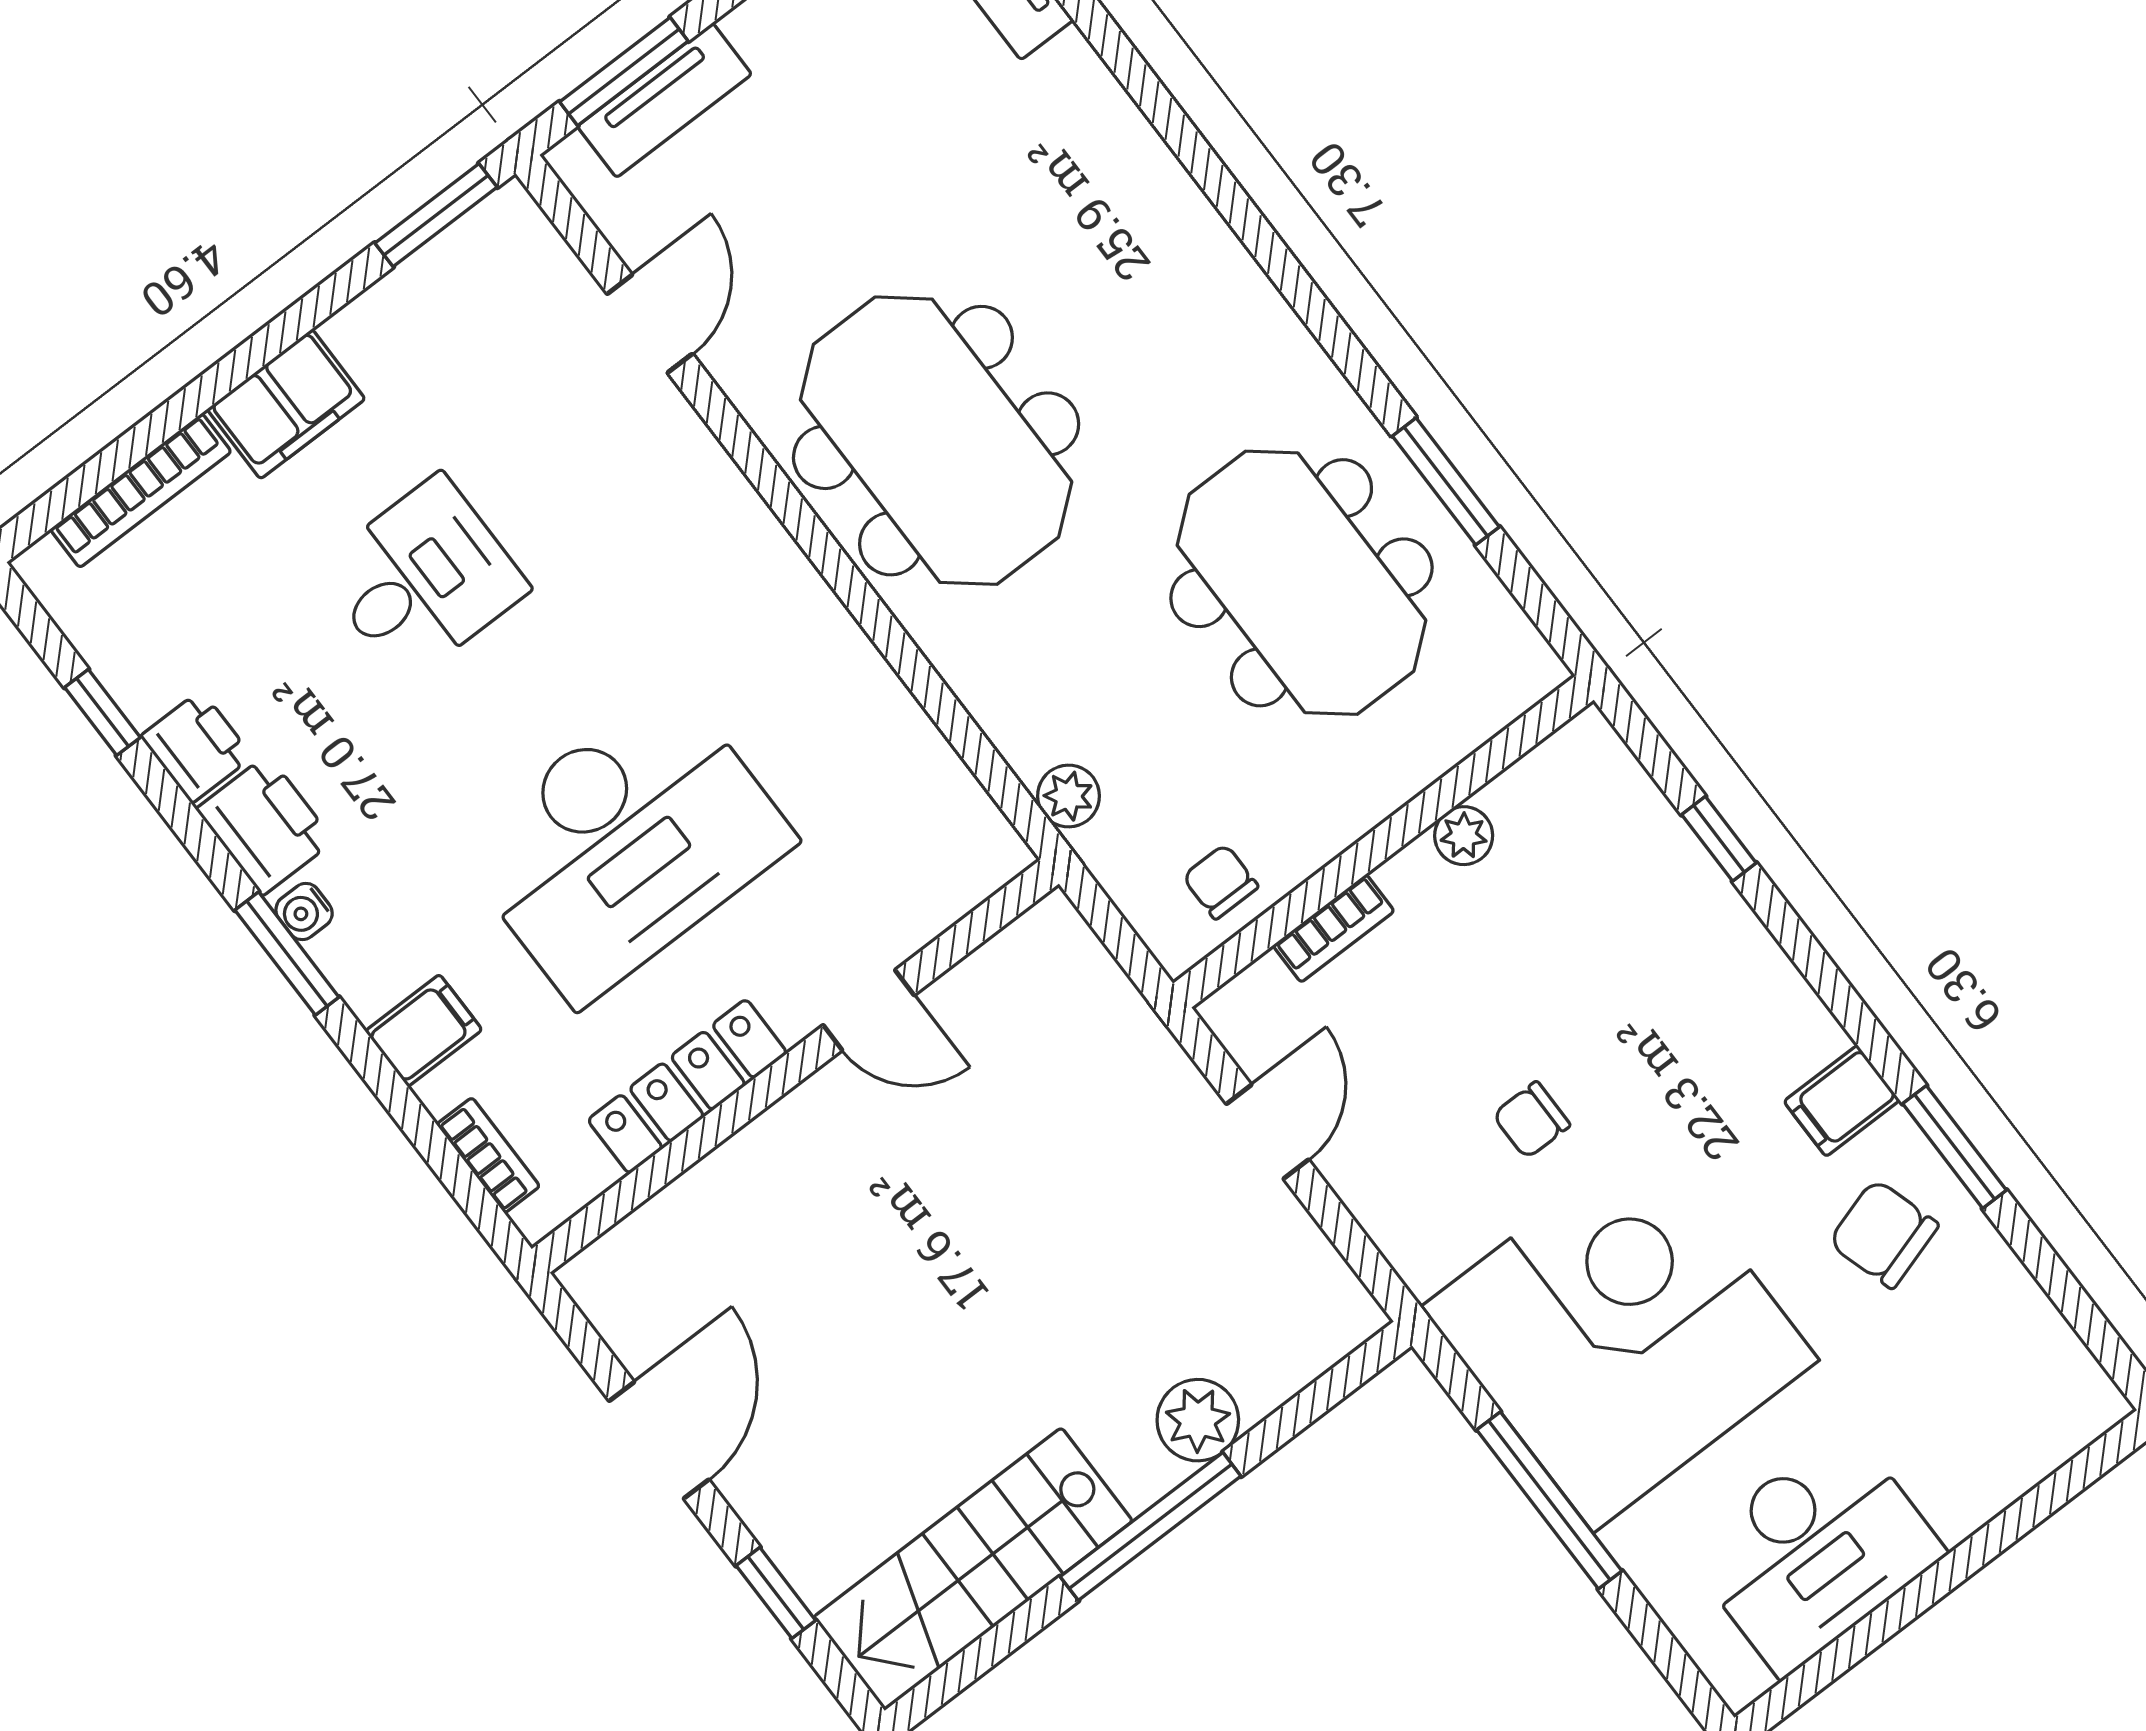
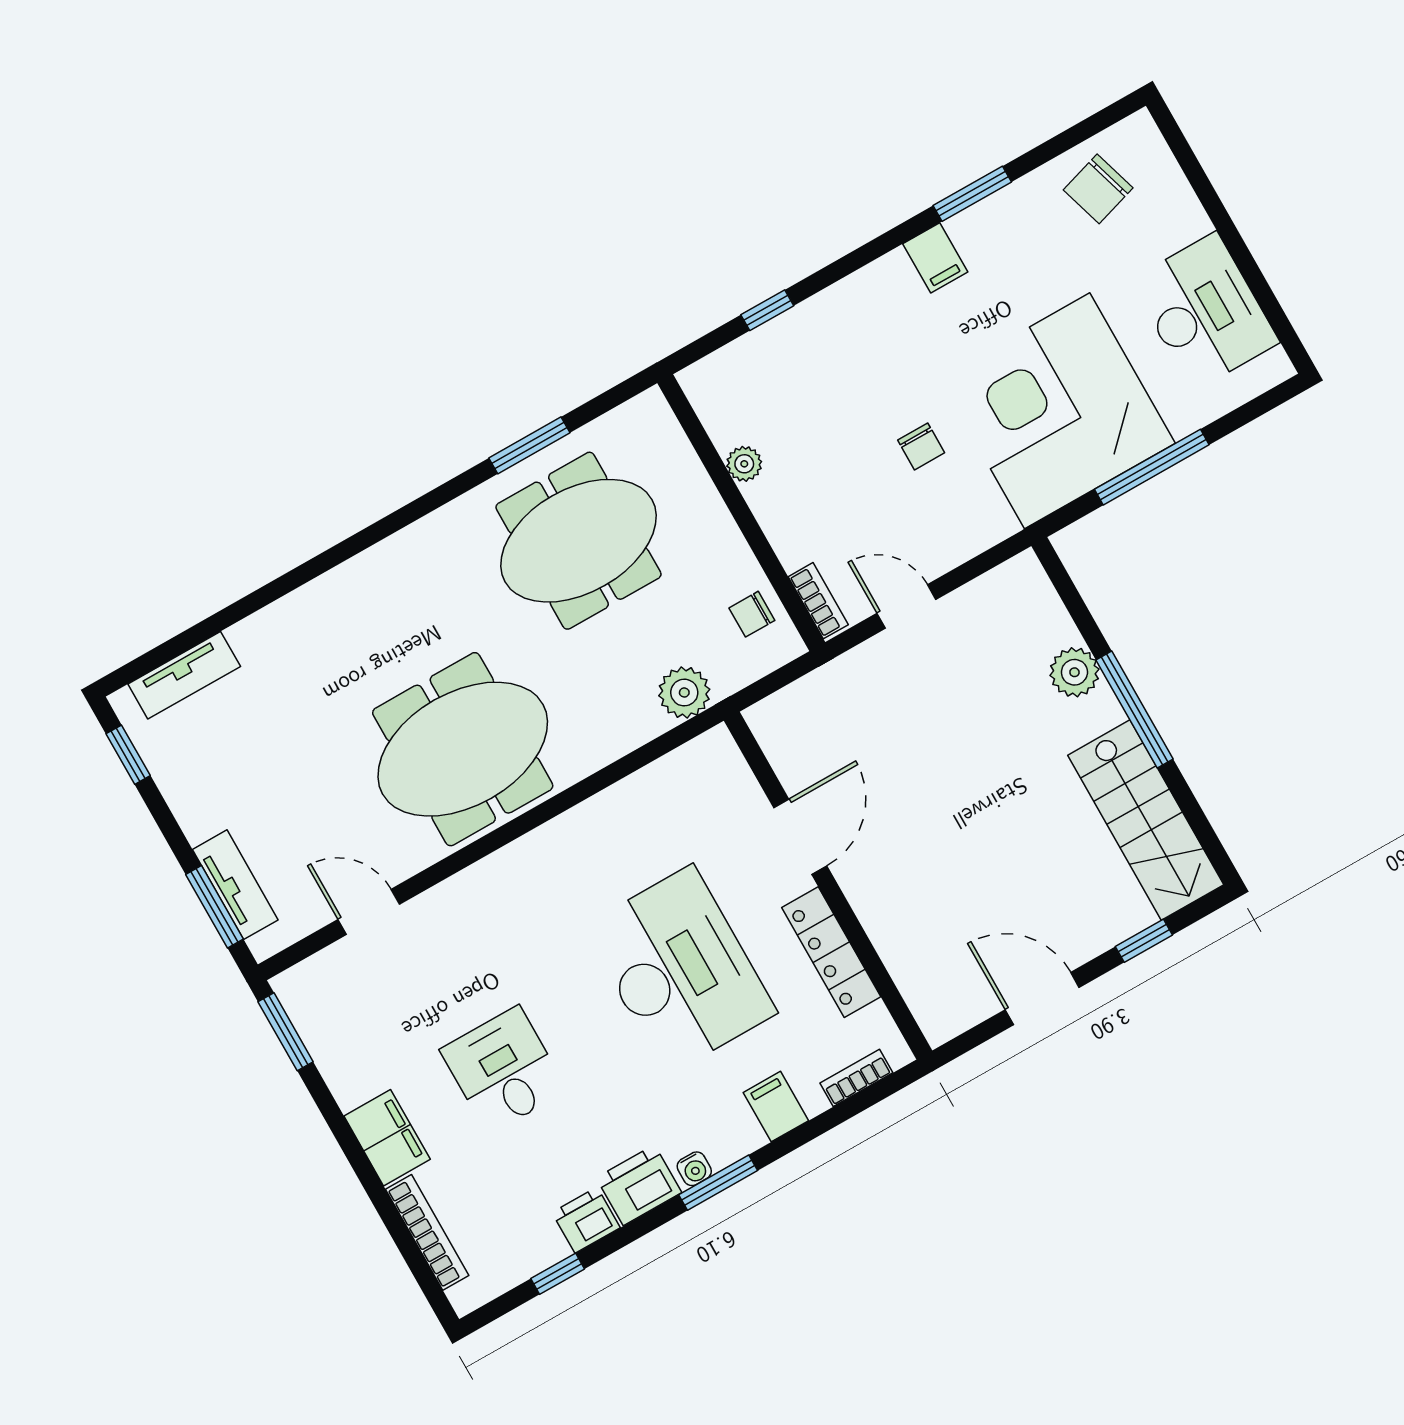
plant: (1069, 796) -> (684, 693), width x1.38, depth x1.38
bookcase: (1334, 928) -> (818, 601), moved
door: (869, 1010) -> (800, 837), width x1.38
chair: (1883, 1234) -> (1098, 189), moved

